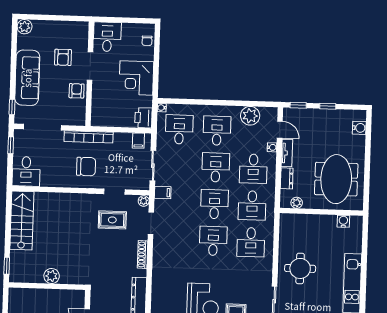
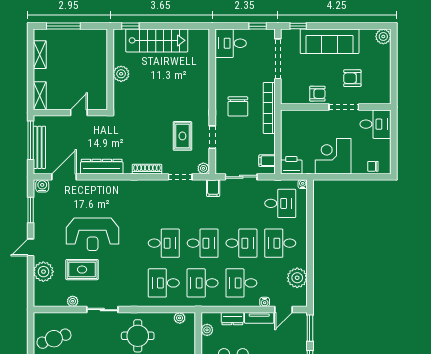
window: (298, 105) -> (310, 328), width x1.50
desk: (217, 131) -> (280, 243), turned 180
stairs: (22, 221) -> (157, 40), moved
plant: (284, 228) -> (180, 318), added

